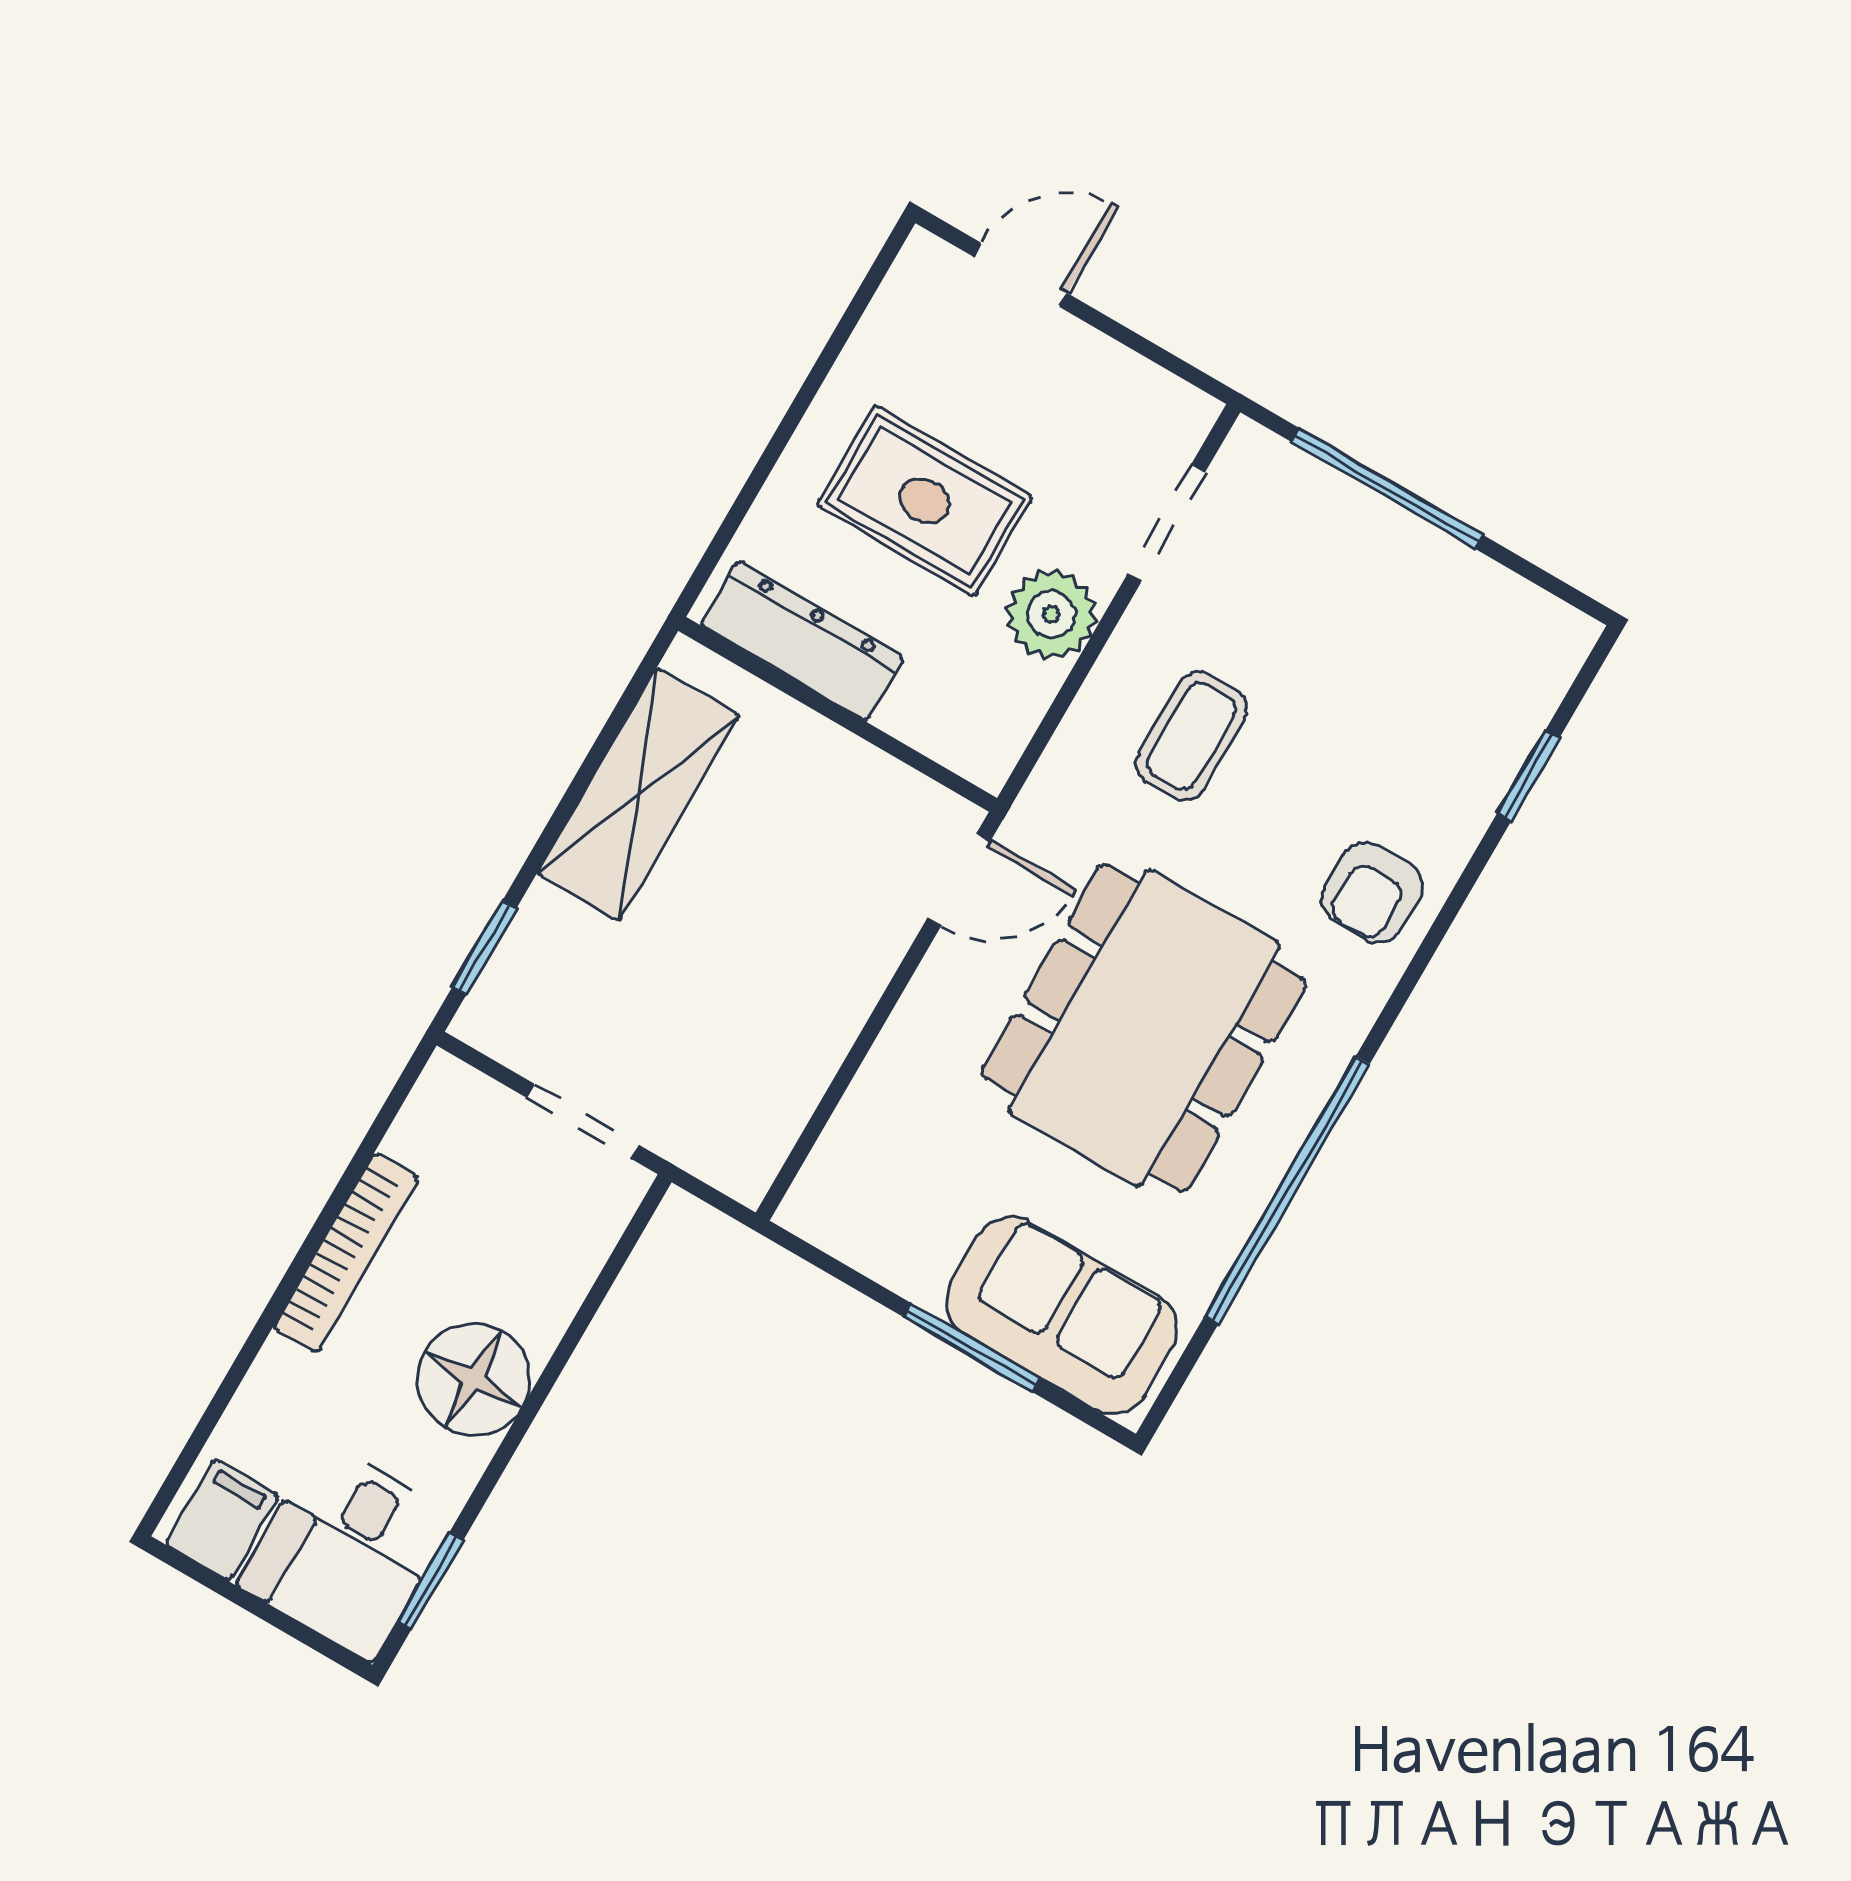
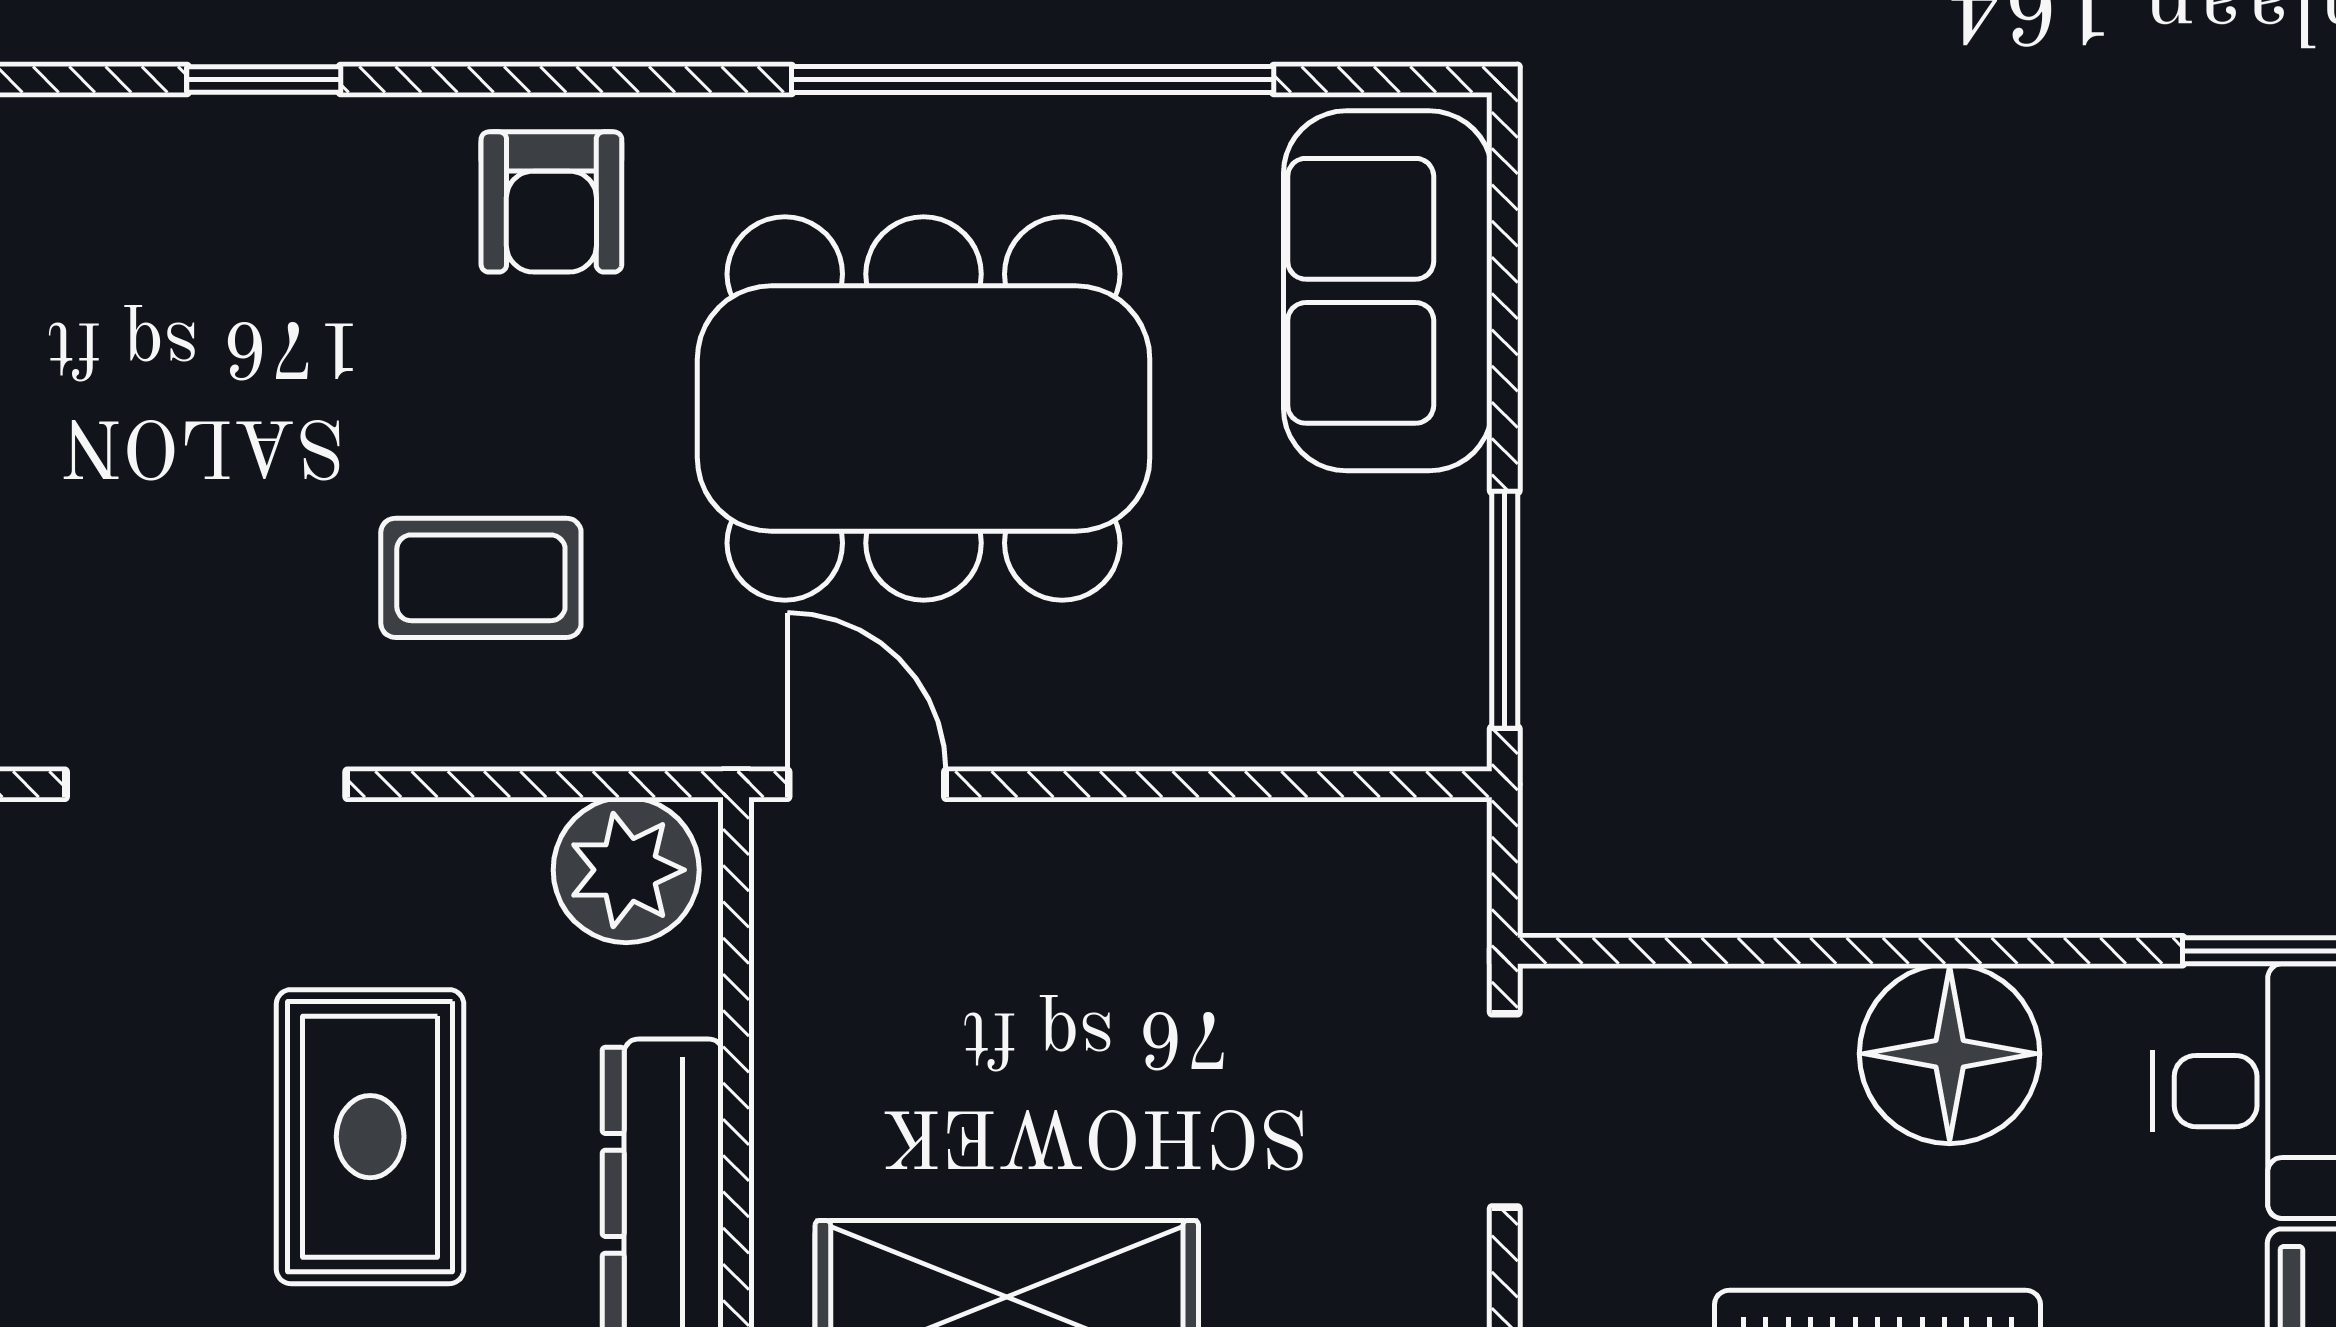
doorway: (1166, 523) -> (206, 784), width x1.38
plant: (1051, 614) -> (626, 870), moved
armchair: (1372, 892) -> (551, 202), turned 90
window: (972, 1348) -> (1505, 610), moved

